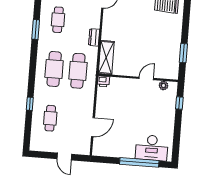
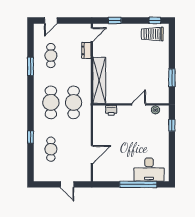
dresser: (94, 37) -> (86, 50), moved
shelving: (106, 57) -> (99, 80), width x1.47
printer: (103, 81) -> (111, 110), moved

